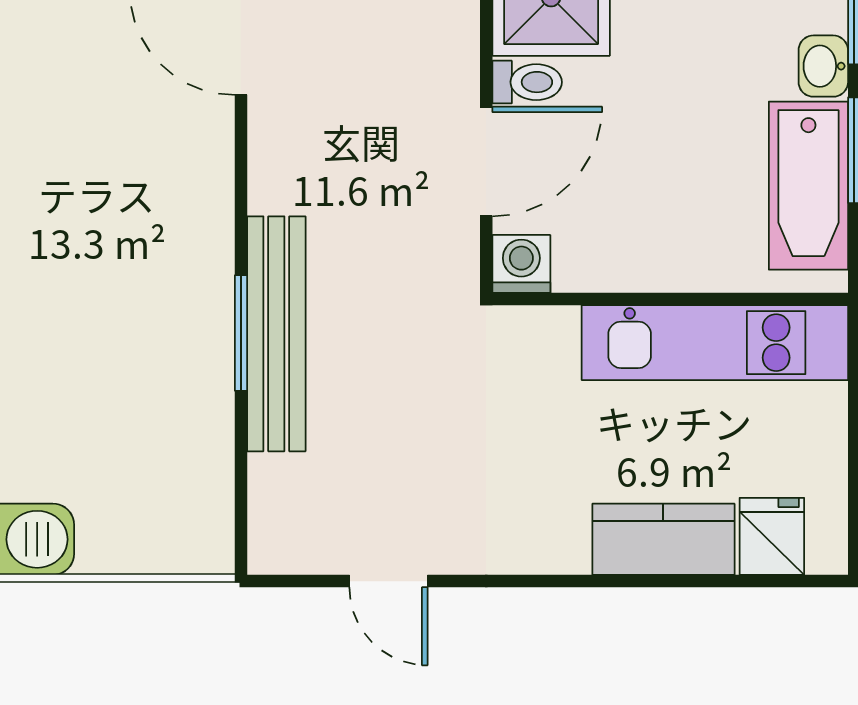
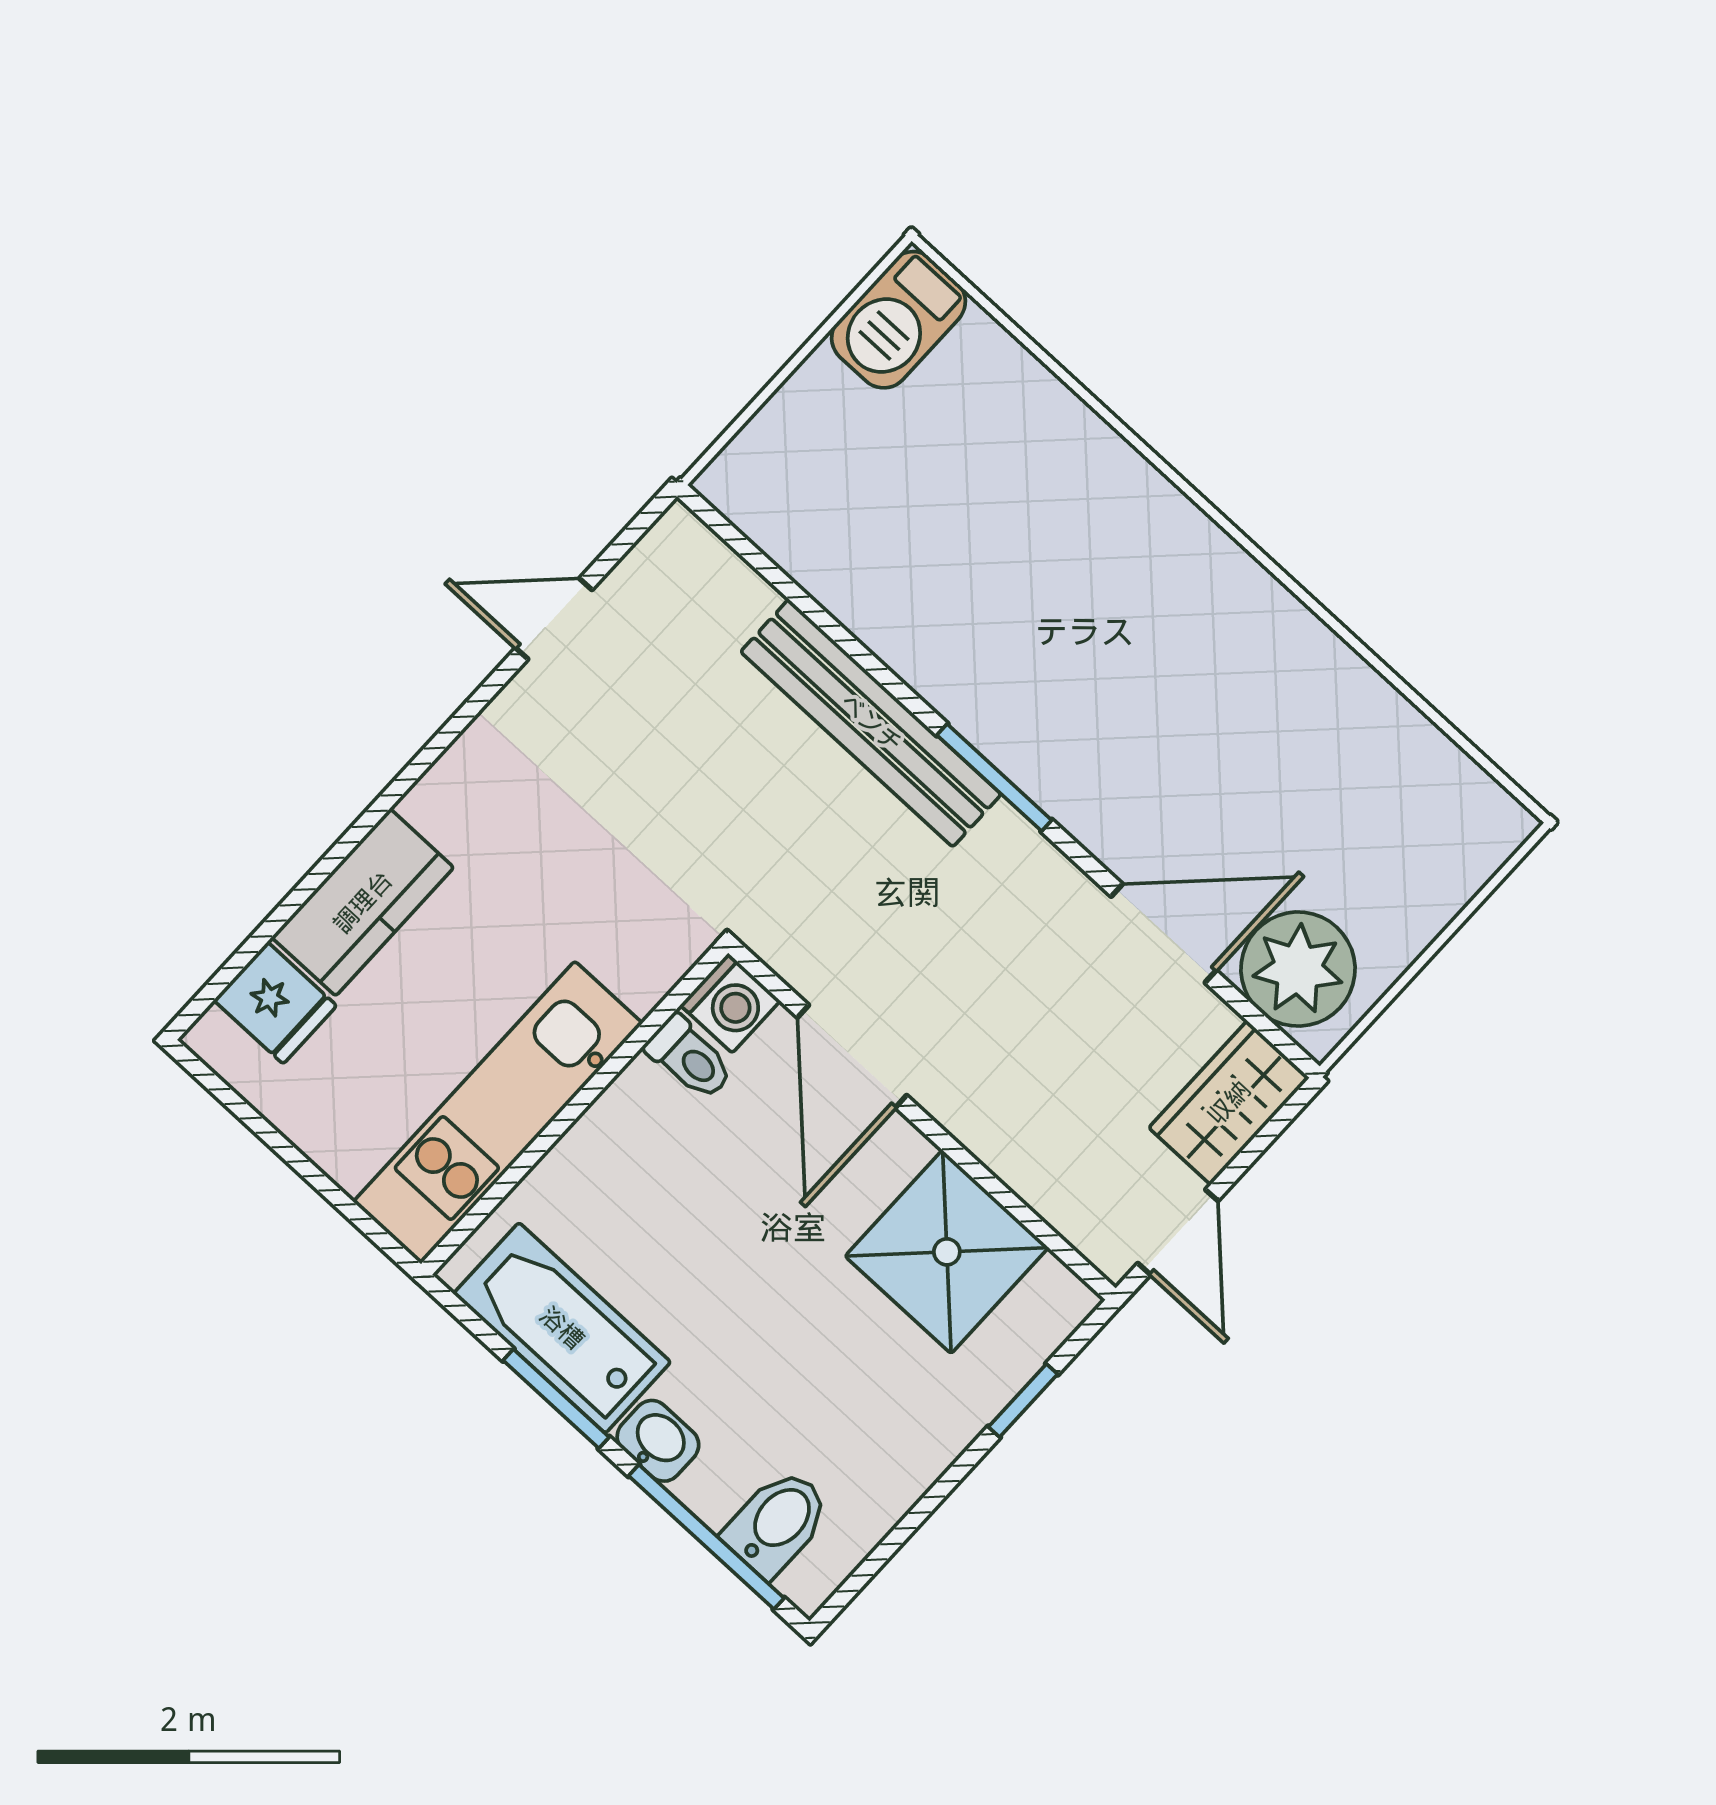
toilet: (527, 82) -> (690, 1058), moved, turned -90
window: (241, 333) -> (994, 778), moved

